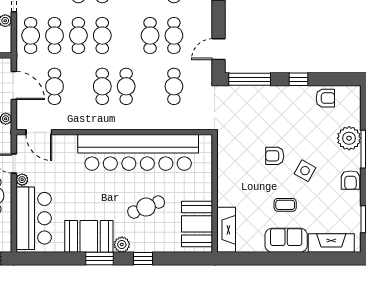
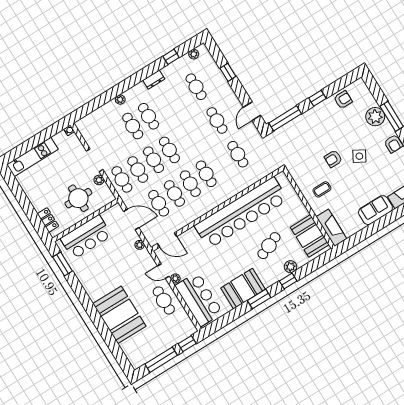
cafe table: (150, 36) -> (174, 193), moved
coffee table: (285, 205) -> (322, 189), moved
plant: (122, 245) -> (291, 267), moved

